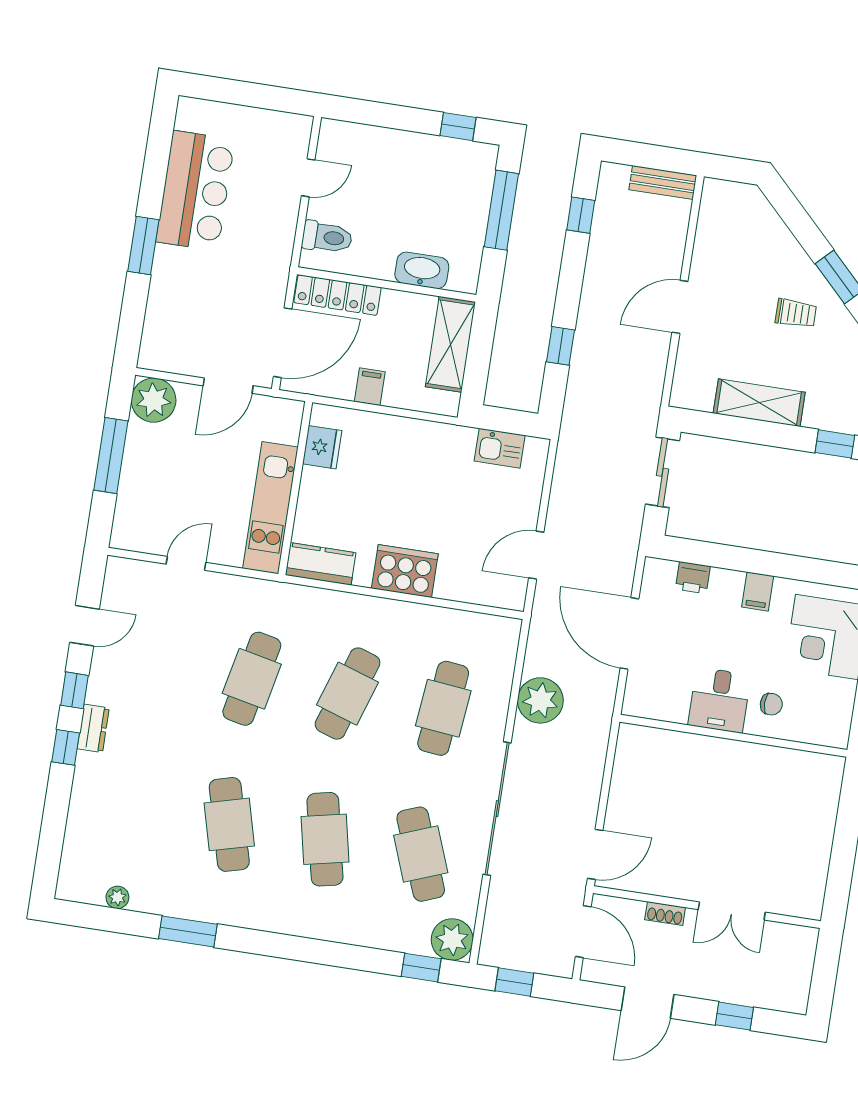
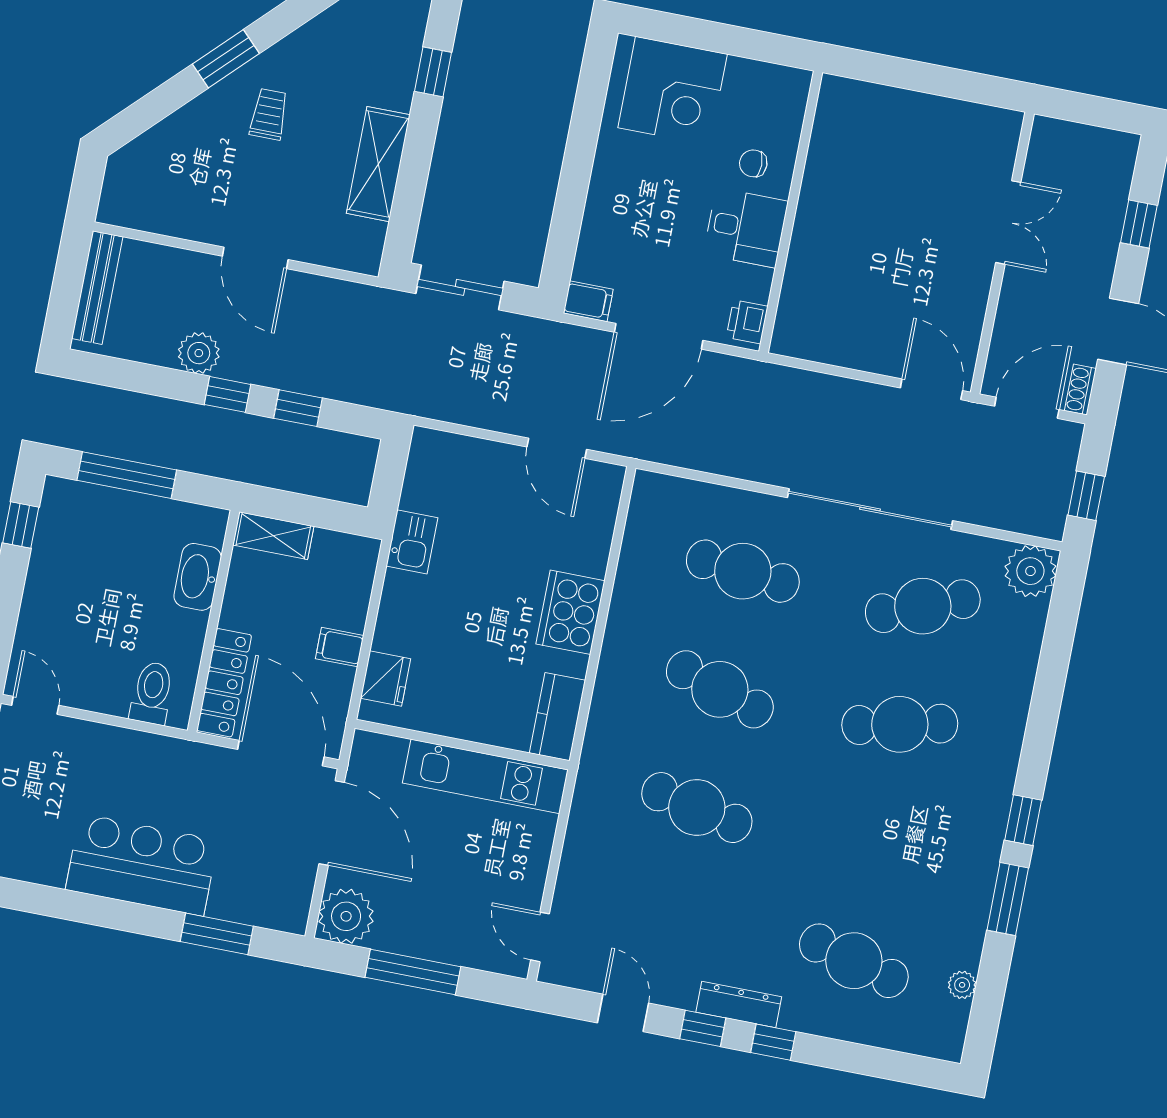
door: (308, 178) -> (35, 705), moved
bench: (663, 183) -> (97, 288), width x1.36
bar counter: (195, 191) -> (142, 865), moved
window: (581, 215) -> (227, 394), moved
window: (143, 245) -> (217, 934), moved
shelving: (450, 344) -> (273, 536), width x0.67, depth x0.75
door: (228, 386) -> (332, 823), width x1.36
fridge: (322, 447) -> (385, 678), moved, turned 90
kitchen sink: (500, 448) -> (412, 542), moved
door: (186, 563) -> (540, 937), moved
printer: (693, 578) -> (747, 322), moved, turned 180
filing cabinet: (758, 592) -> (588, 301), moved
plant: (540, 700) -> (199, 353), moved, width x0.73, depth x0.73
chair: (771, 704) -> (753, 163), turned -90
dresser: (93, 728) -> (739, 1005), width x1.44
cafe table: (229, 824) -> (854, 961), moved, turned 30
shoe rack: (665, 914) -> (1080, 390), moved, turned 180
window: (421, 968) -> (1023, 820), moved

